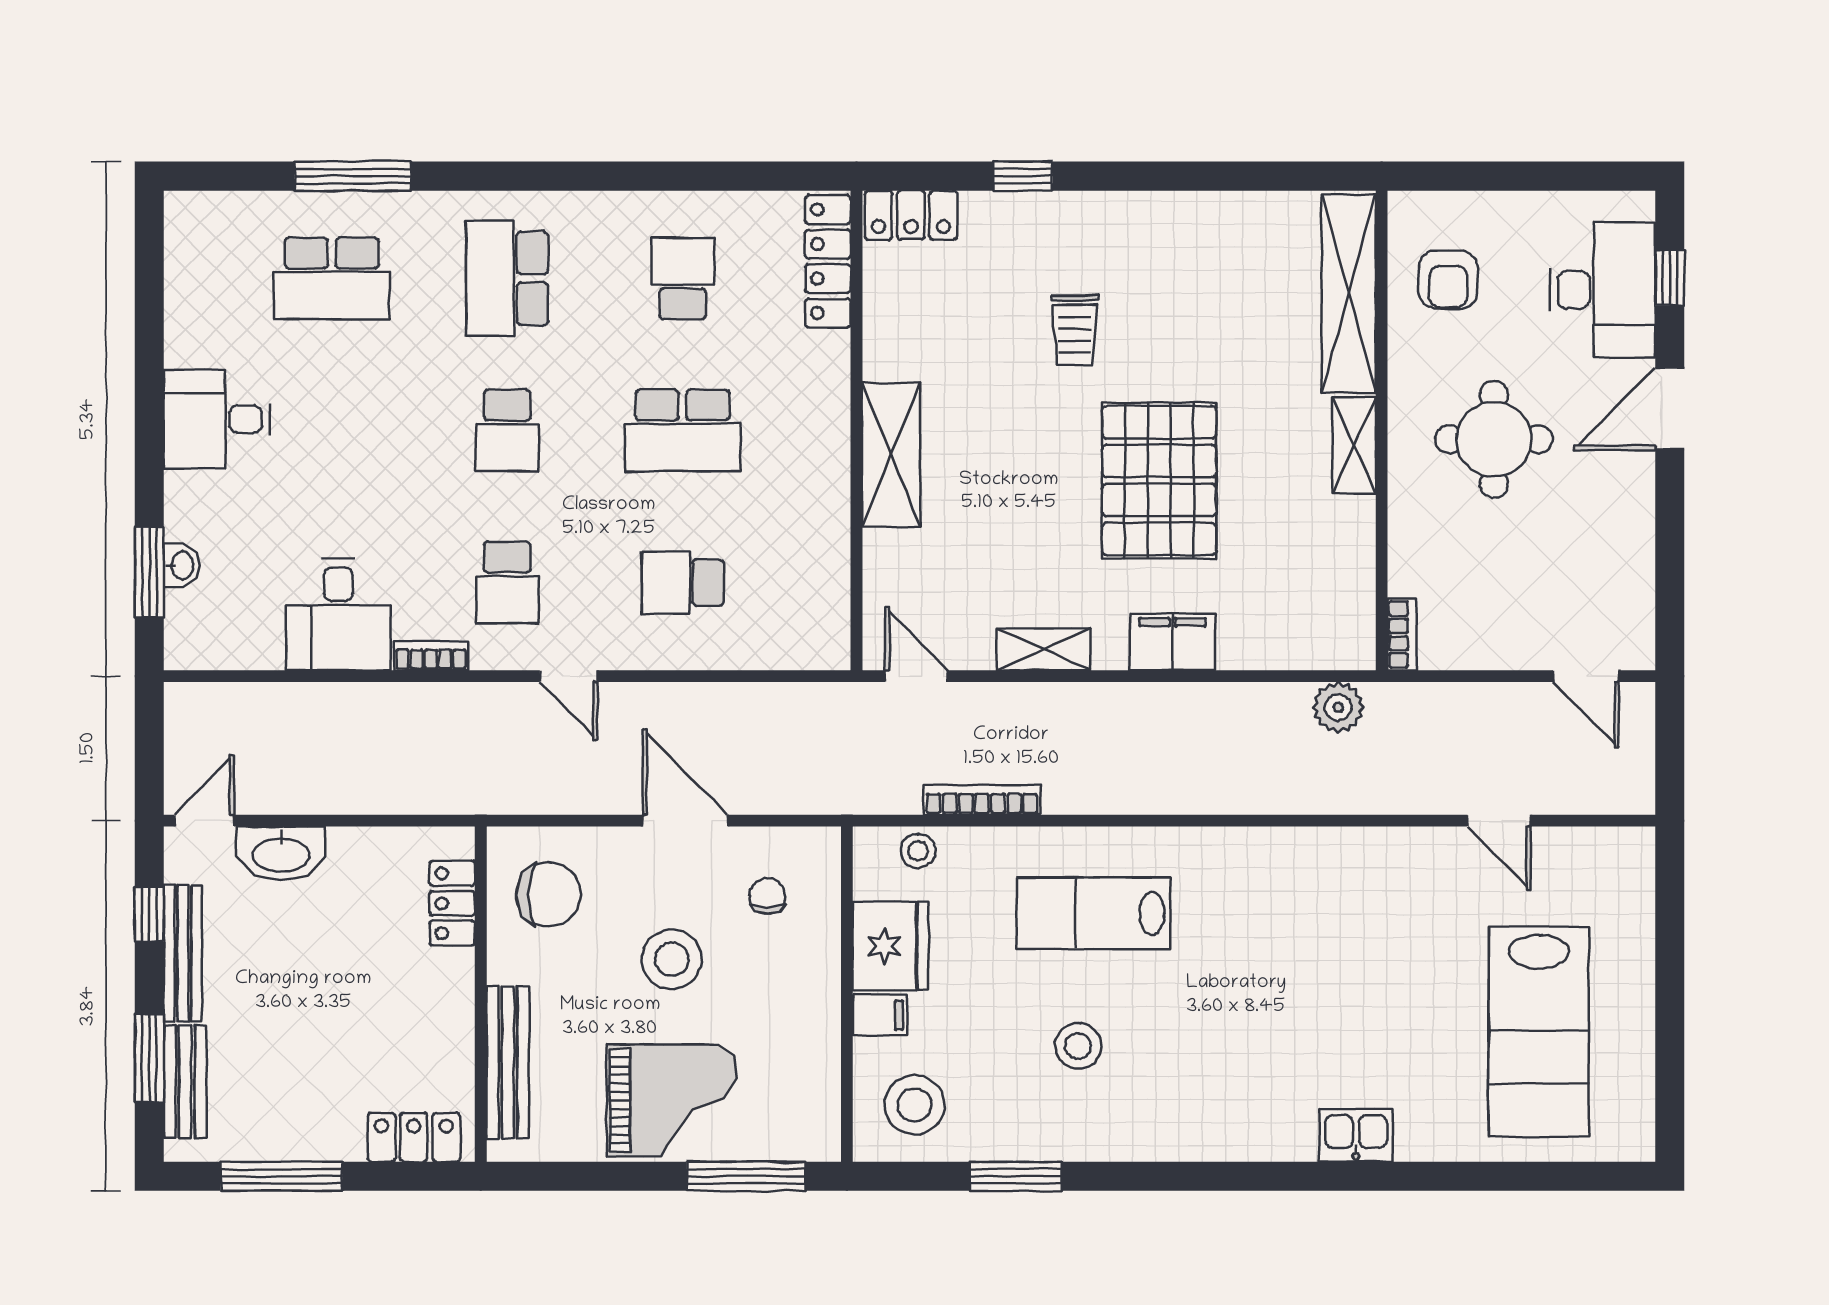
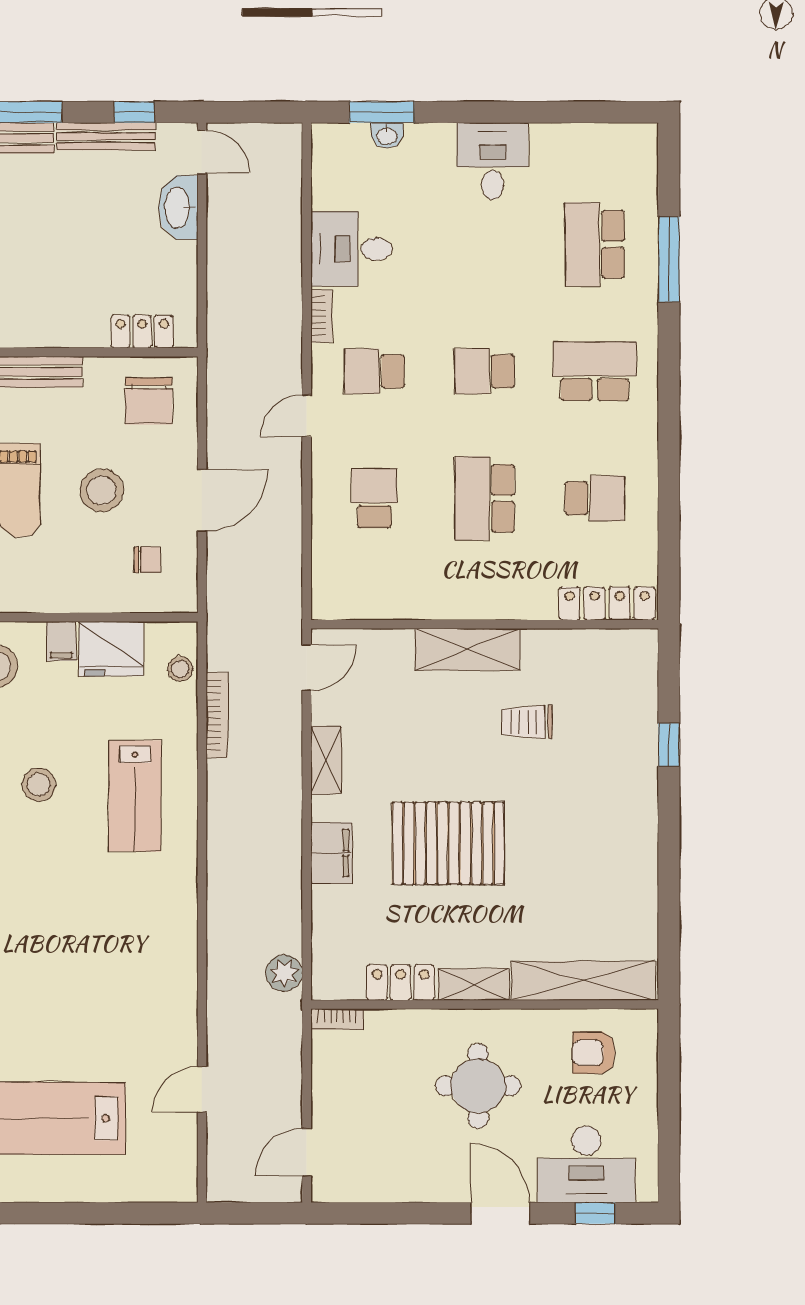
locker: (911, 215) -> (401, 983), moved, turned 90
trolley: (1075, 330) -> (527, 722), moved
lab bench: (1094, 913) -> (135, 796), turned 180

